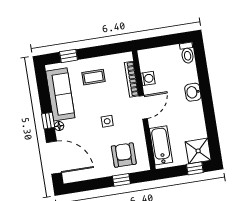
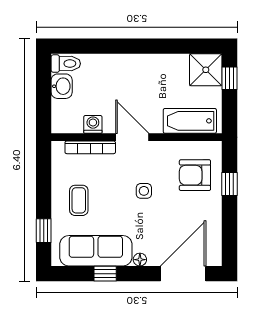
washbasin: (193, 92) -> (62, 86), moved, turned -90
window: (48, 121) -> (105, 274), moved

